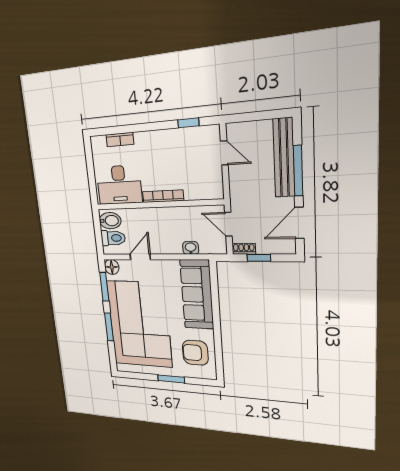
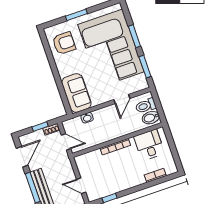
desk: (119, 185) -> (149, 145), width x0.73
floor lamp: (112, 267) -> (142, 84), removed
sofa: (197, 294) -> (76, 93), width x0.73

